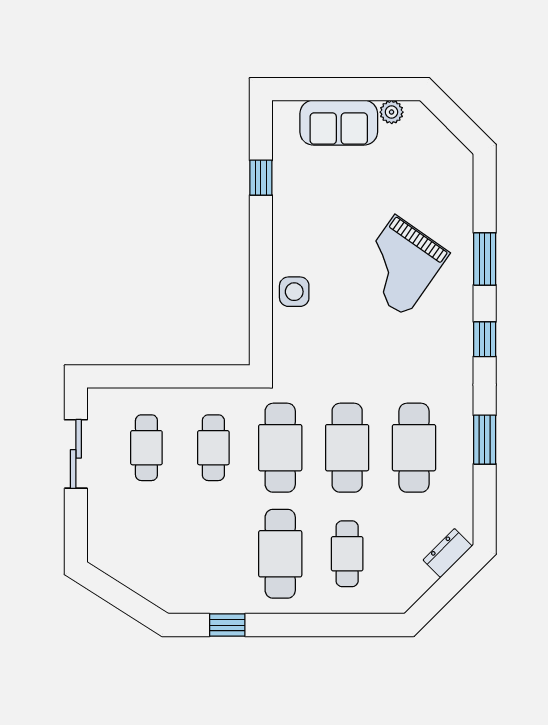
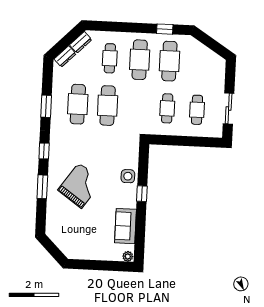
plant: (392, 112) -> (128, 256), moved
sofa: (339, 123) -> (125, 226), moved, turned -90
window: (261, 178) -> (142, 194), moved
cafe table: (280, 448) -> (169, 61), moved
dresser: (414, 586) -> (81, 42), added

